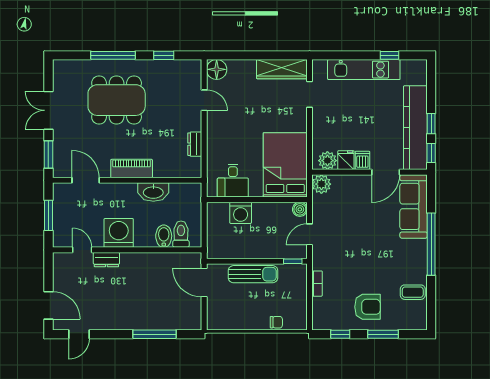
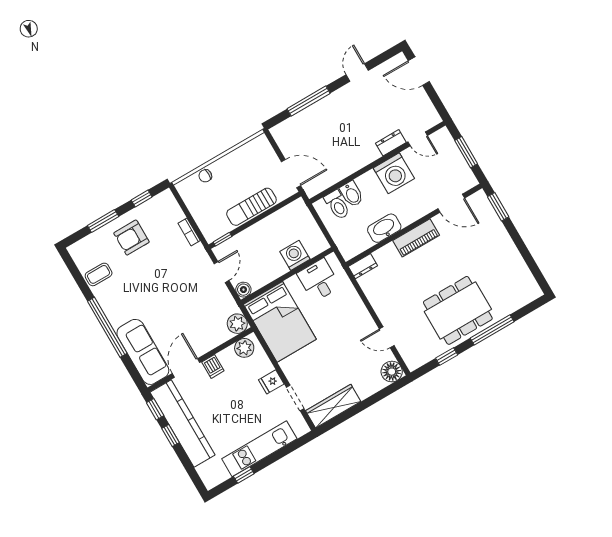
dining table: (117, 100) -> (458, 310), moved
double door: (48, 110) -> (521, 246), removed
dresser: (195, 144) -> (363, 266), moved, turned 90
fridge: (346, 160) -> (271, 382), moved, turned 90
door: (79, 334) -> (357, 72), moved

